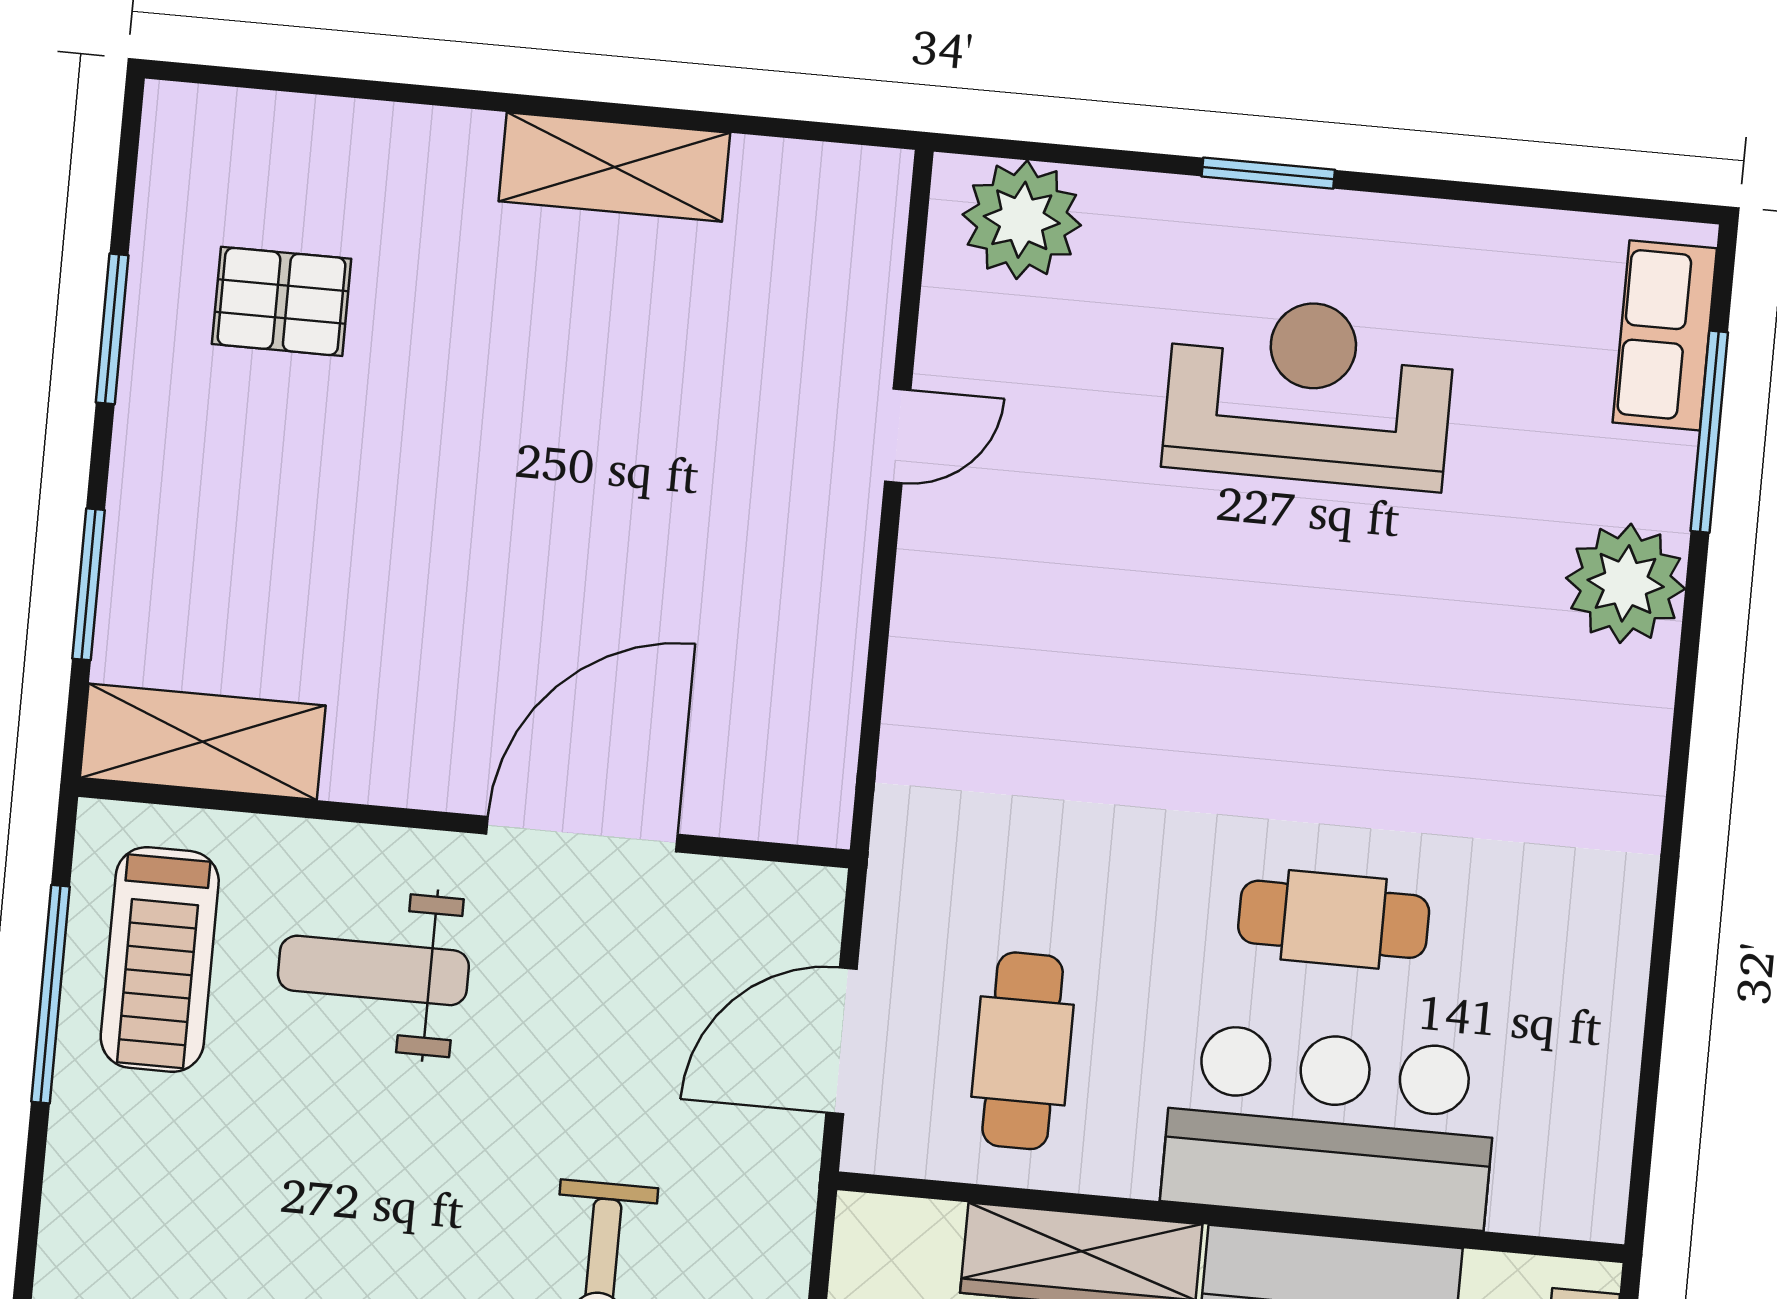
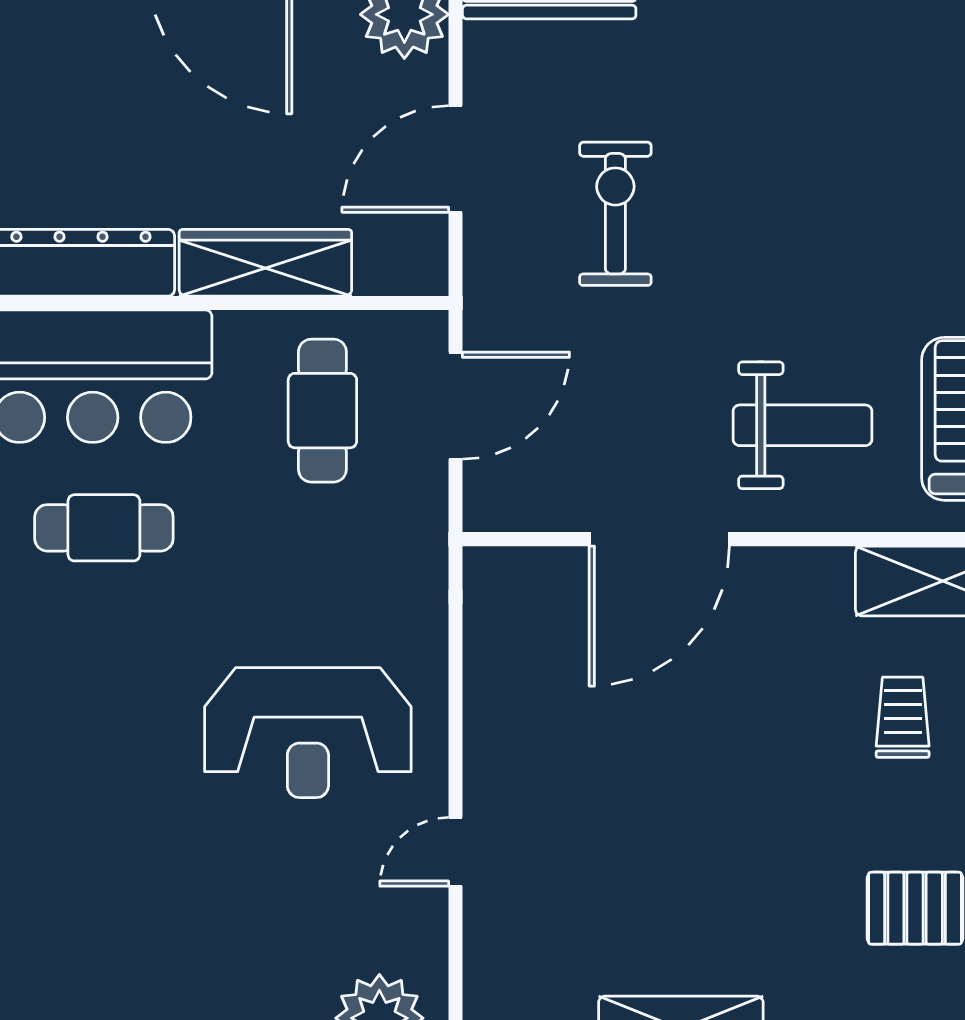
reception desk: (1309, 392) -> (308, 733), moved
trolley: (274, 562) -> (903, 717), added

